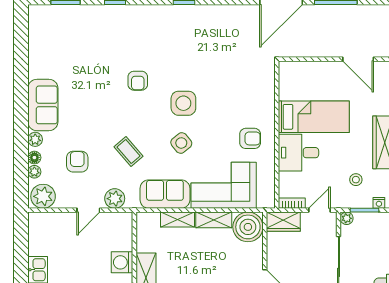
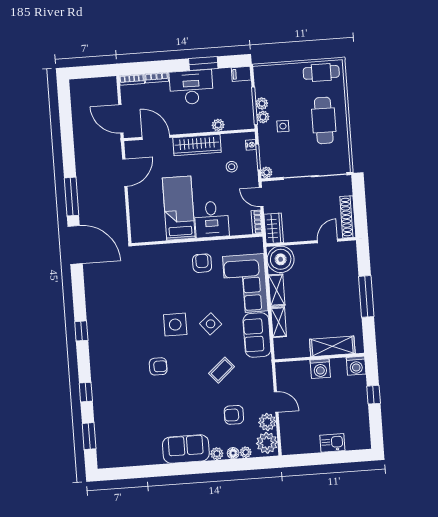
plant: (115, 199) -> (267, 422), moved

